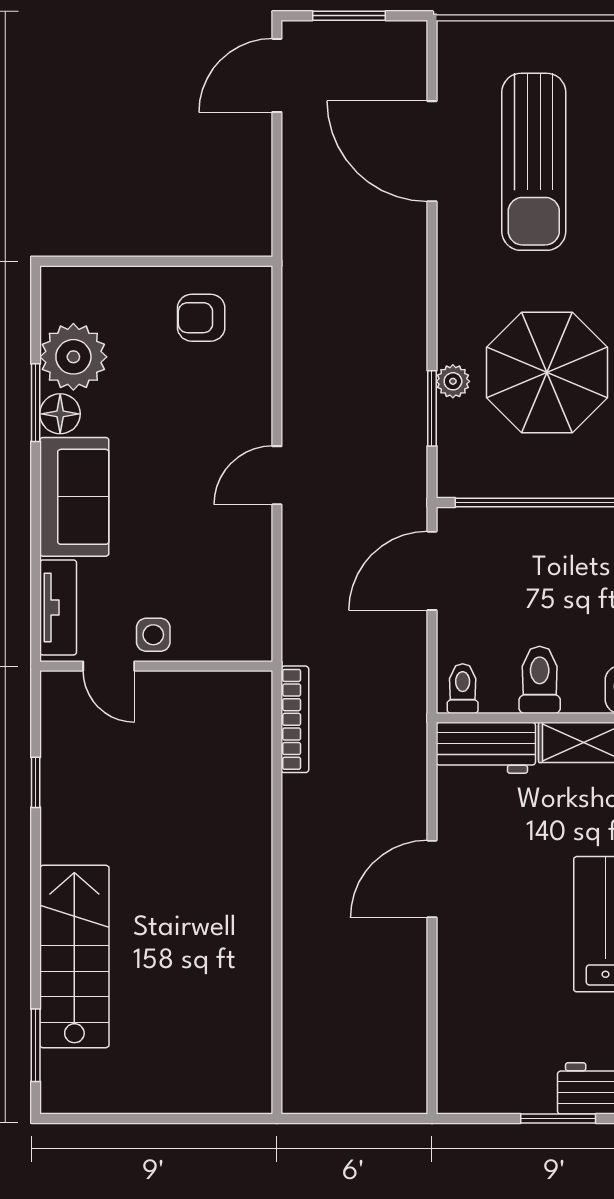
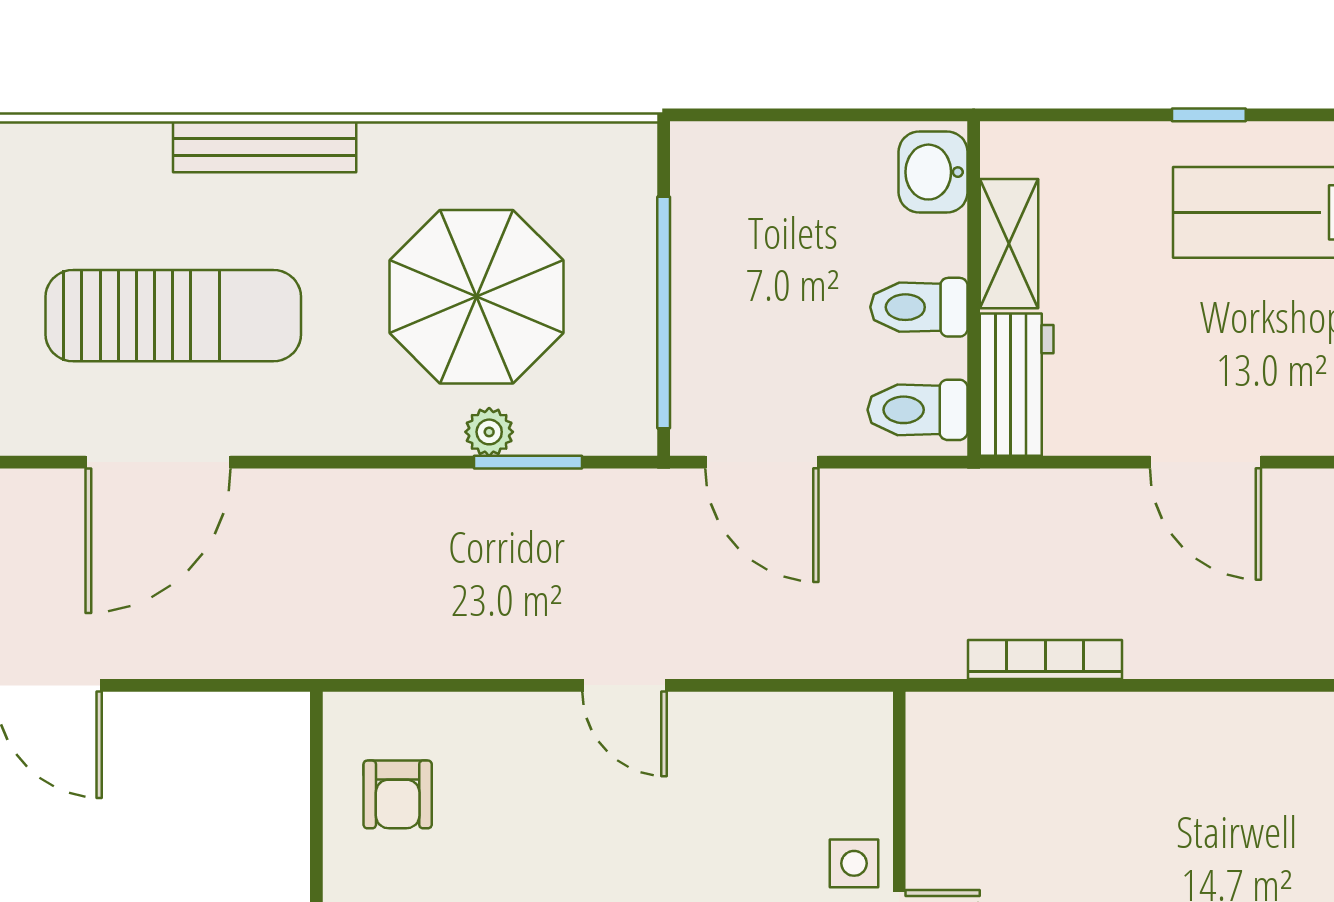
toilet: (463, 689) -> (918, 410), width x1.37, depth x1.39
bookcase: (295, 719) -> (1045, 660), moved

